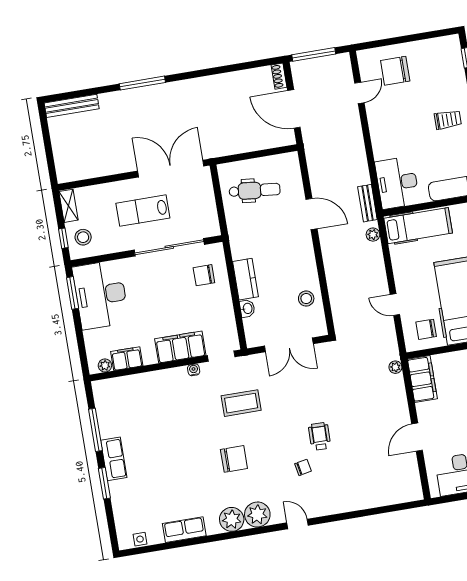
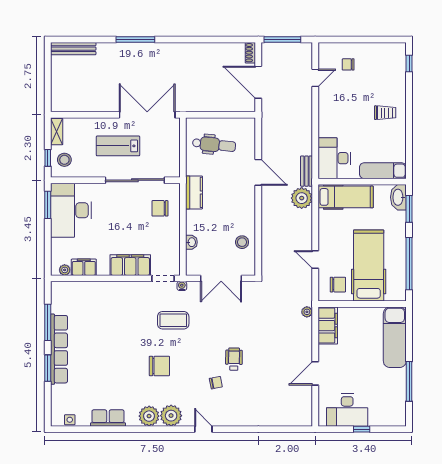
chair: (395, 71) -> (348, 64), width x0.54, depth x0.54
plant: (373, 235) -> (302, 198), width x1.87, depth x1.87
kitchen counter: (245, 279) -> (194, 192), moved
chair: (426, 329) -> (338, 285), turned 180
water cooler: (194, 370) -> (182, 286), moved
row of seats: (114, 459) -> (59, 349), width x2.02

